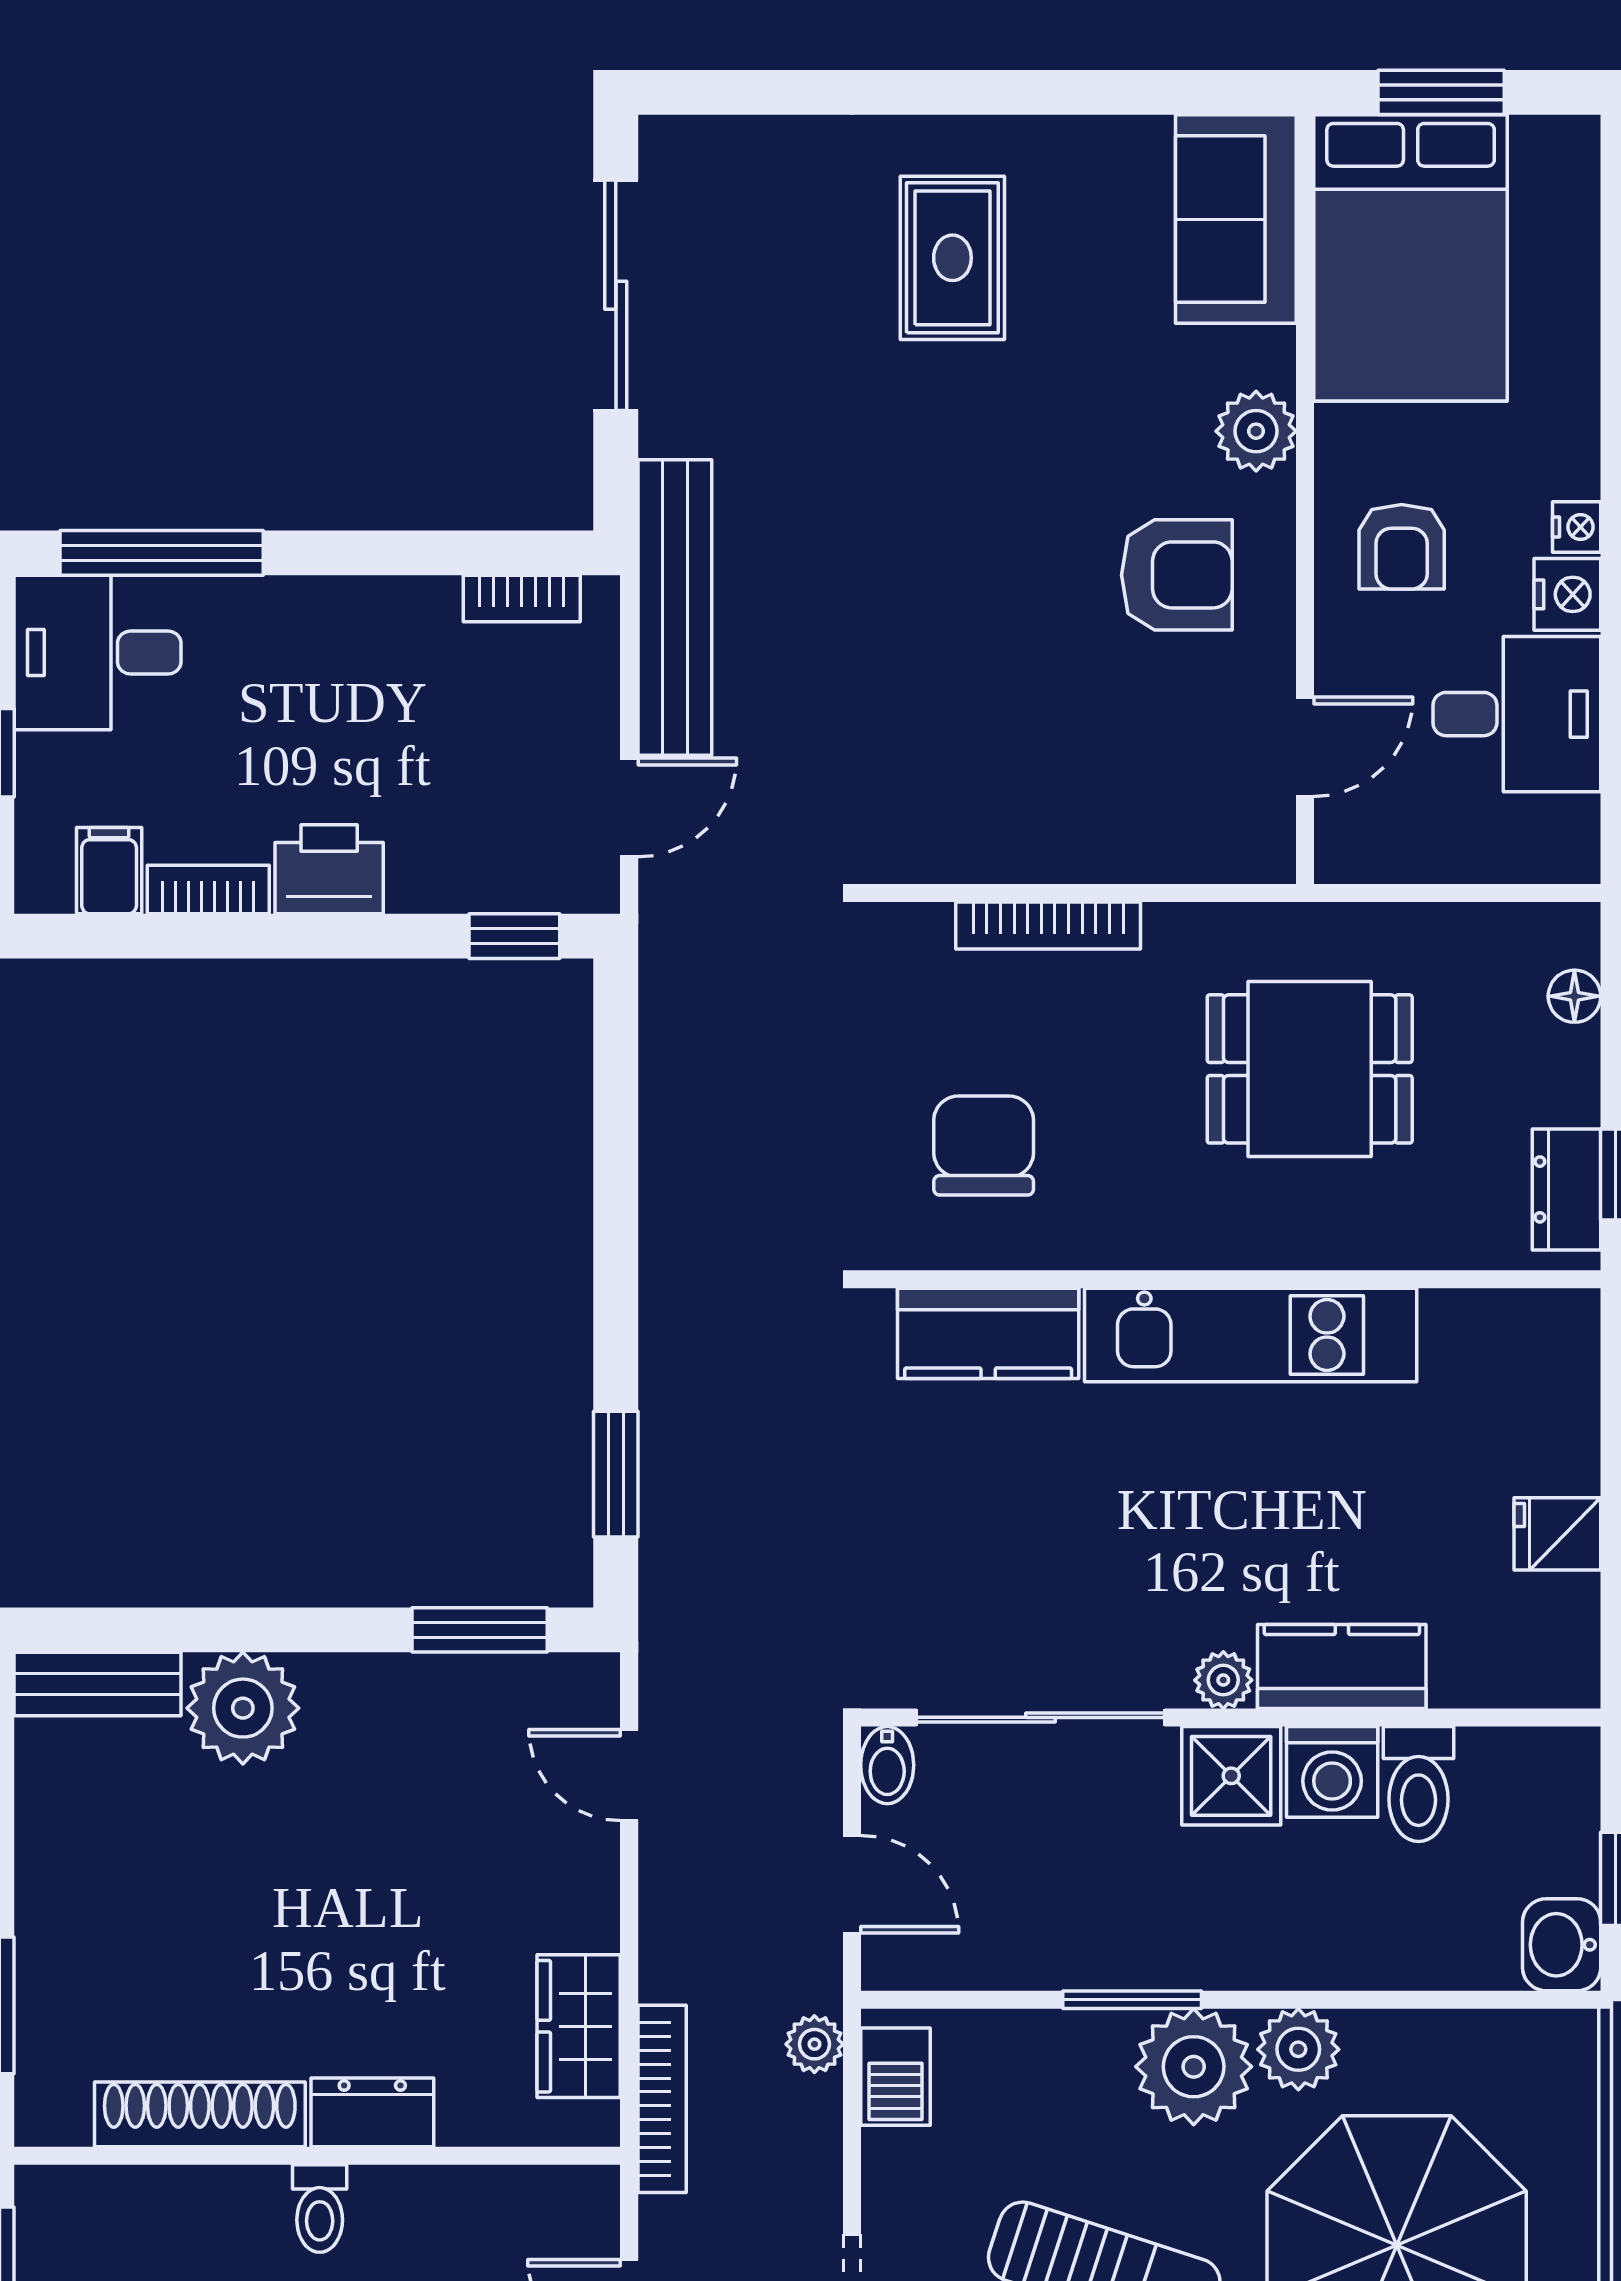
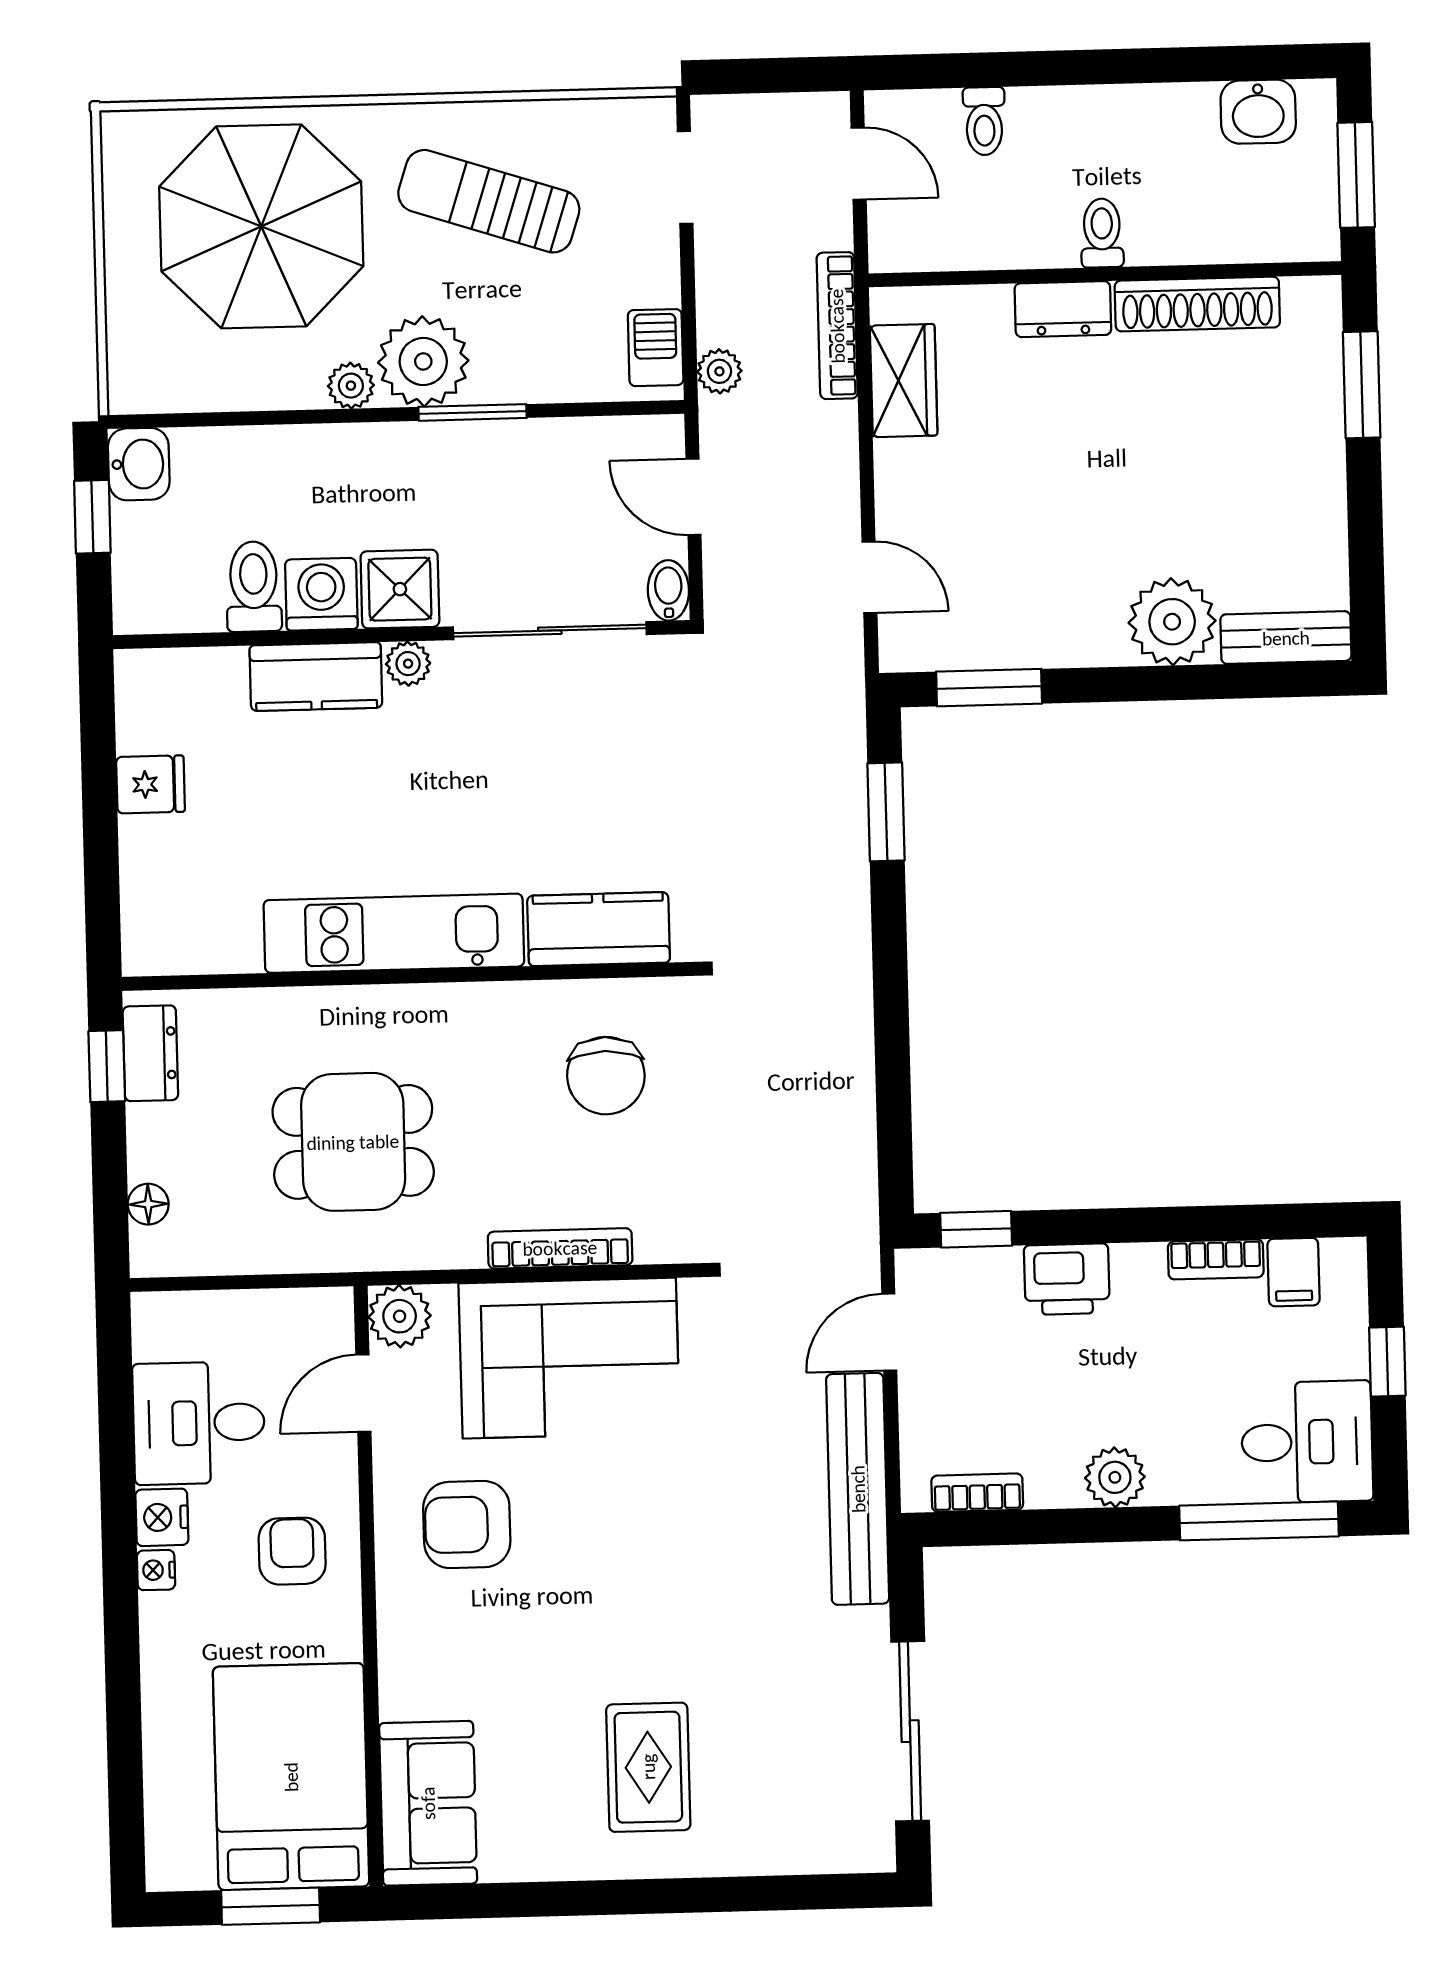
plant: (1256, 431) -> (400, 1316), moved
plant: (345, 614) -> (1115, 1477), added
corner sofa: (1040, 785) -> (569, 1358), added
printer: (329, 869) -> (1067, 1279), moved
plant: (1298, 2049) -> (351, 386), width x0.73, depth x0.73

